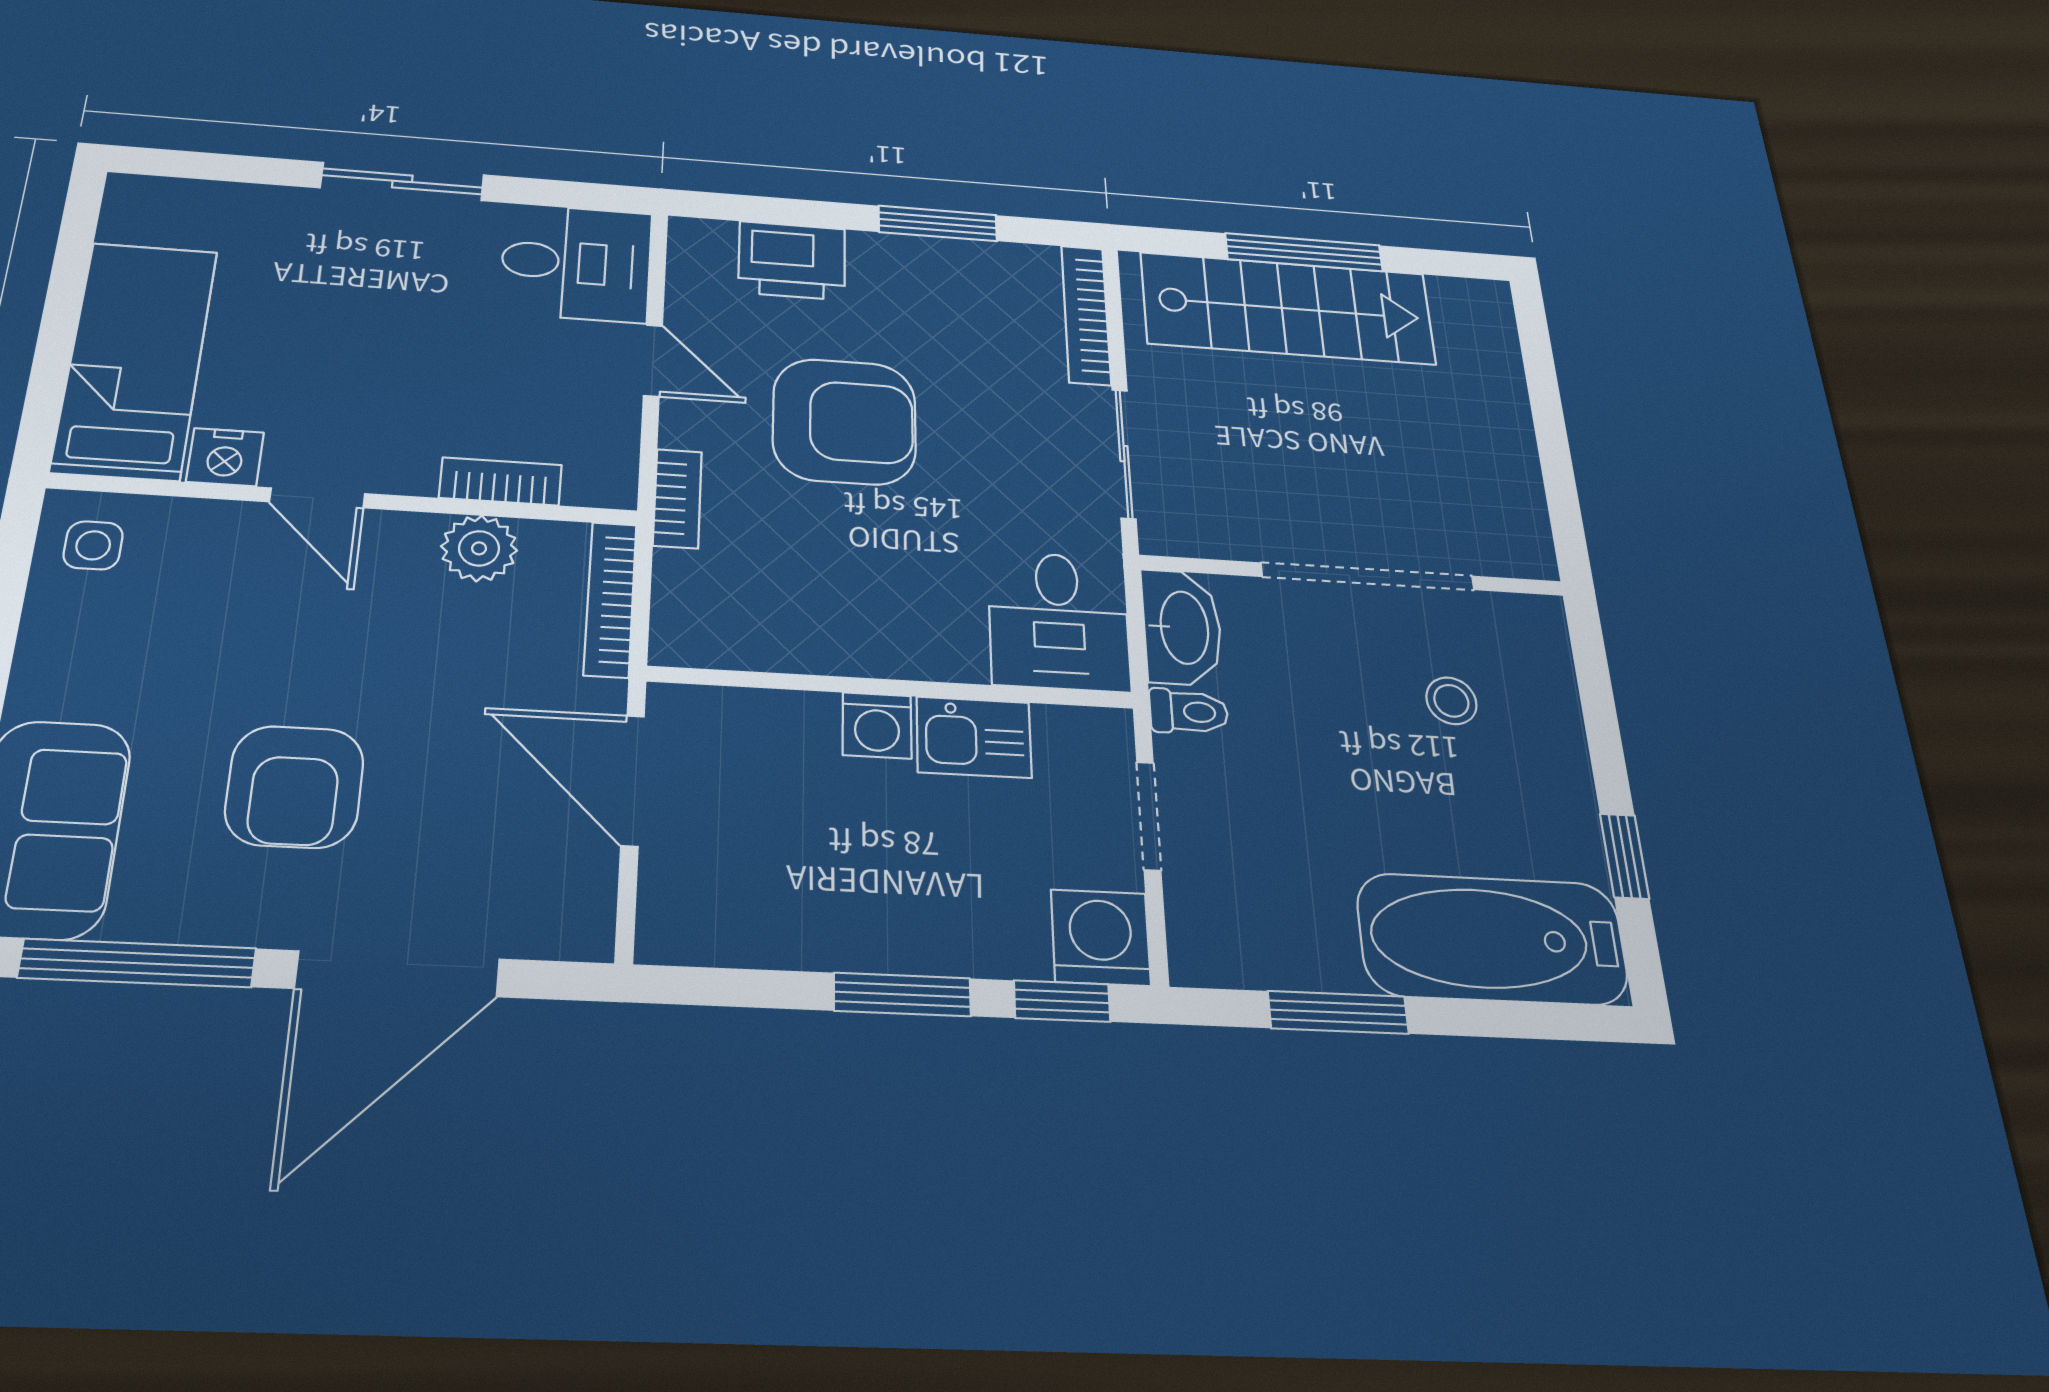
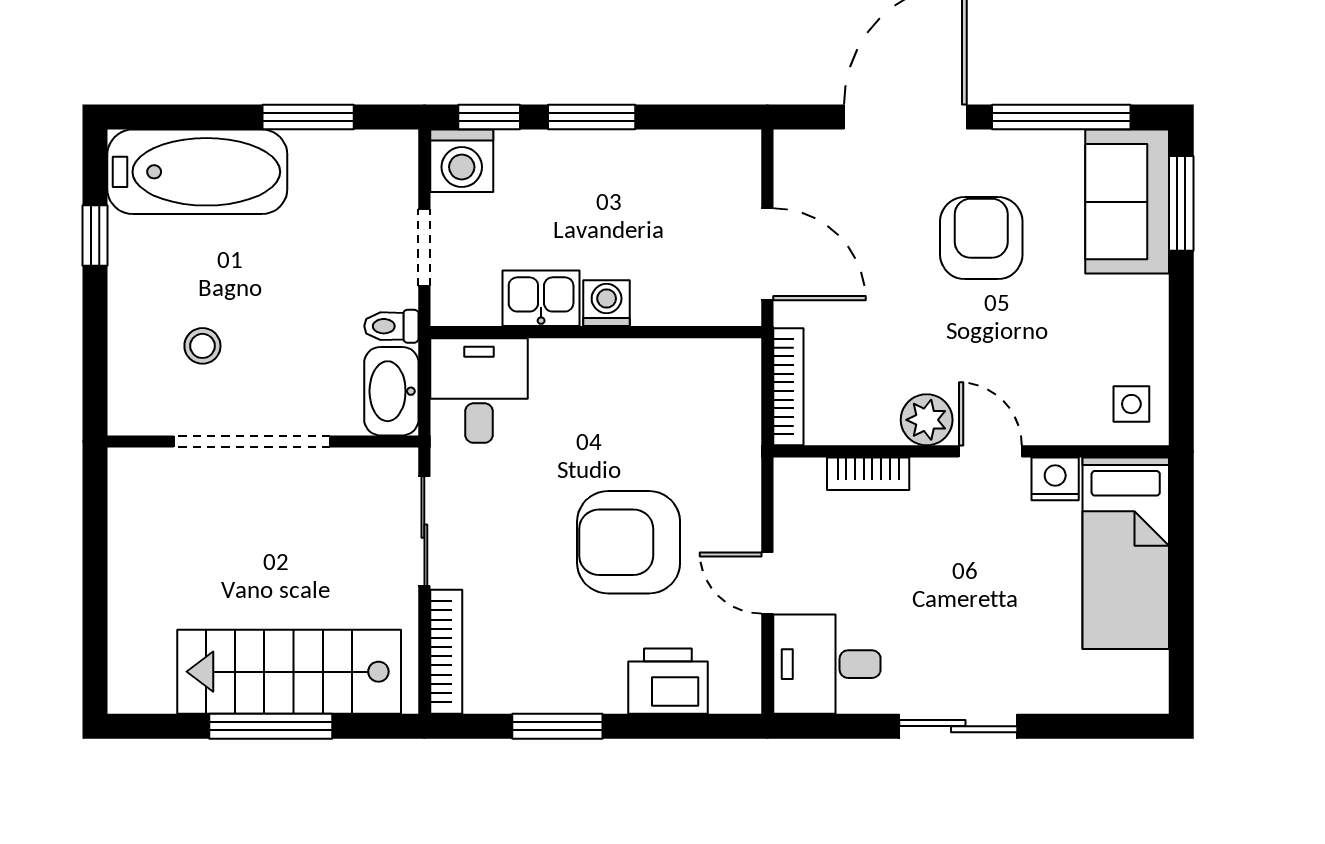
bookcase: (677, 498) -> (746, 469), removed
plant: (479, 548) -> (927, 420), moved

